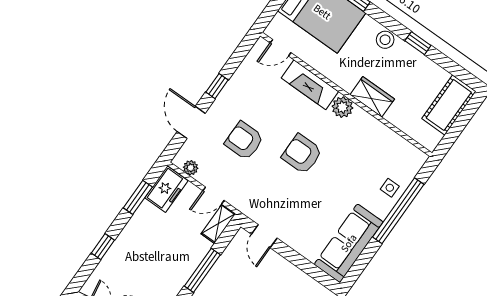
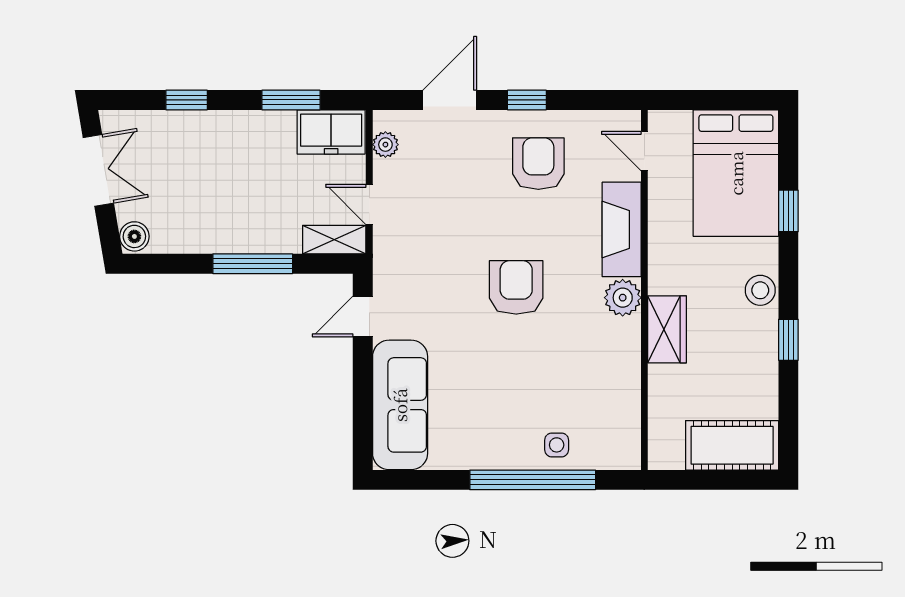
armchair: (244, 141) -> (538, 164), moved
sofa: (349, 243) -> (400, 405), moved, turned 90

